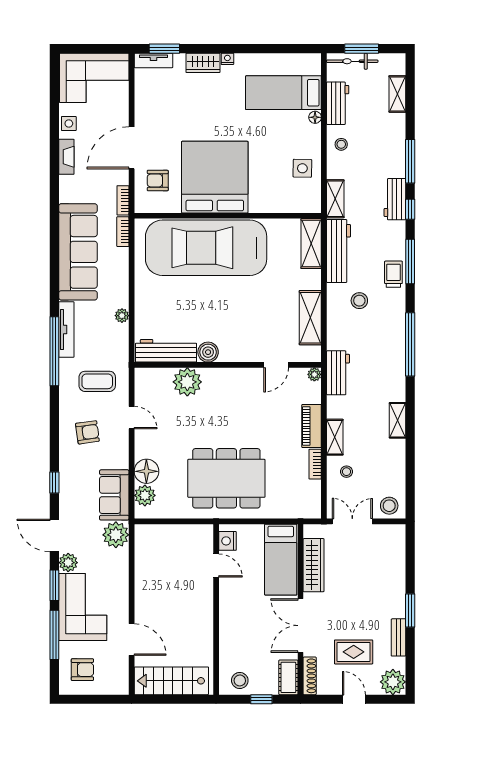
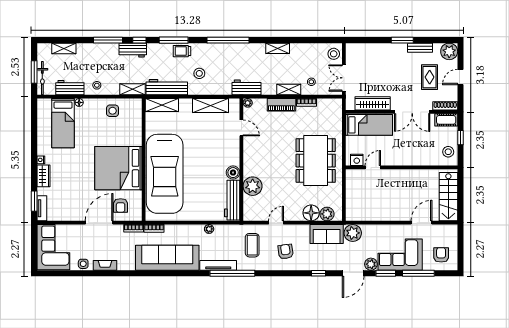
door: (132, 148) -> (99, 223), swing flipped

